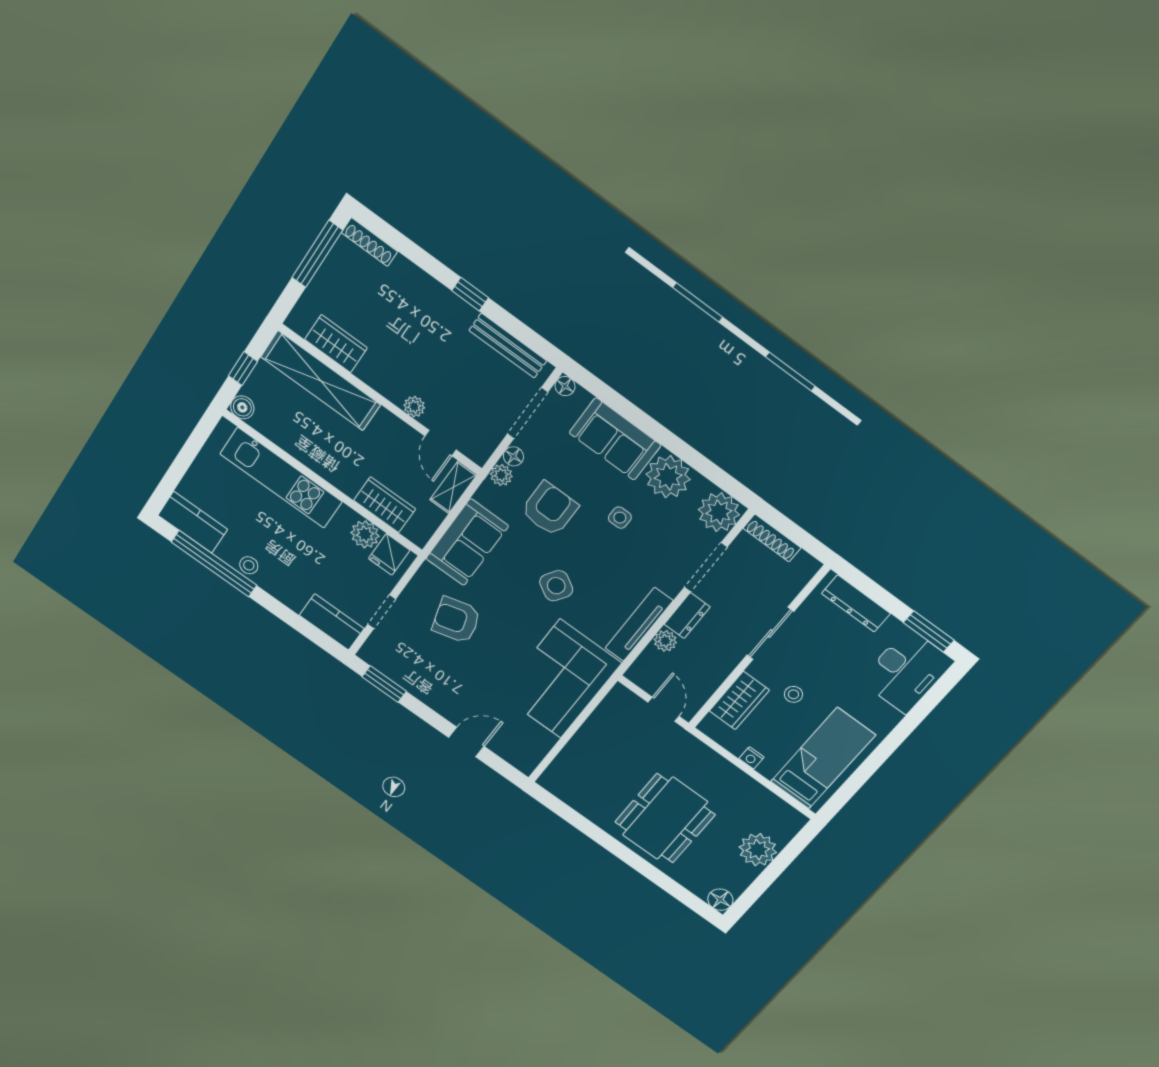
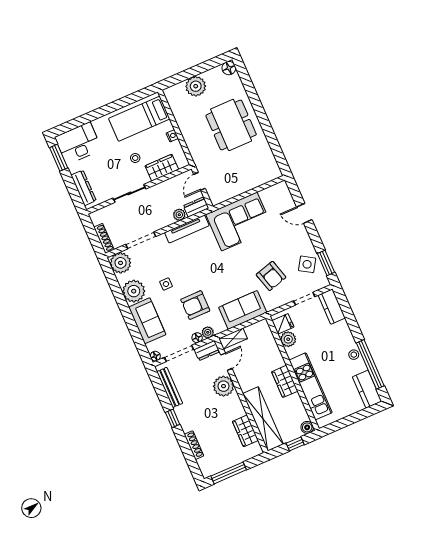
shoe rack: (370, 242) -> (194, 445), moved
plant: (414, 407) -> (224, 386), width x1.88, depth x1.88
dresser: (484, 444) -> (207, 350), added
wardrobe: (385, 505) -> (285, 381), moved
side table: (556, 586) -> (307, 264), moved
dresser: (687, 616) -> (196, 207), moved
dining table: (665, 818) -> (231, 125), turned 90

